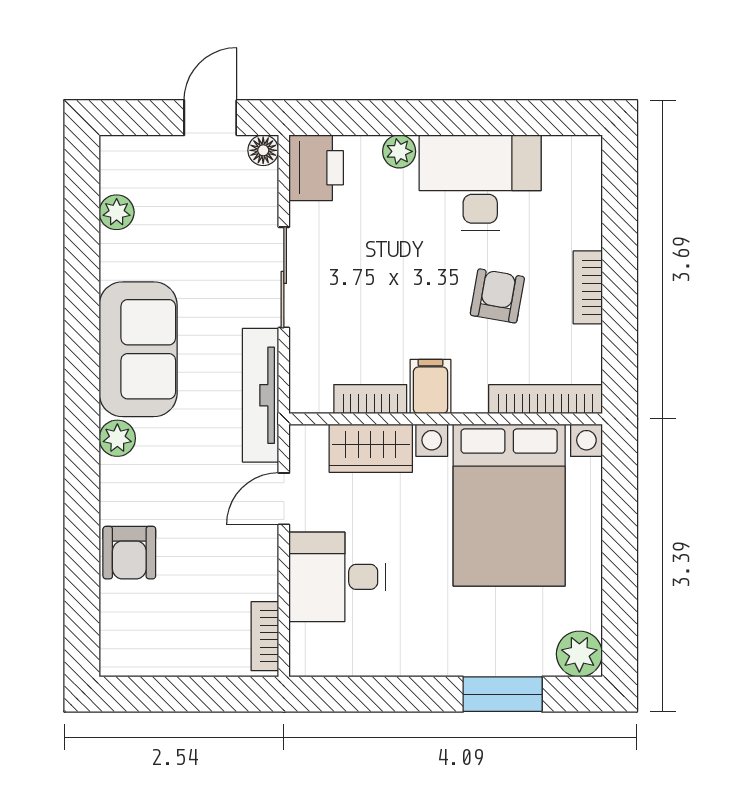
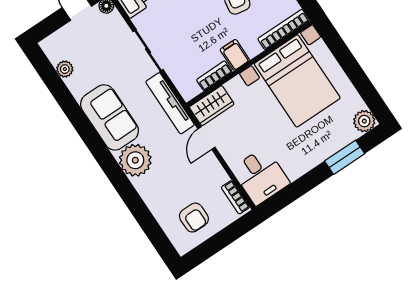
plant: (117, 438) -> (135, 160), width x1.87, depth x1.87
wardrobe: (371, 448) -> (212, 106), moved
armchair: (129, 553) -> (194, 218), moved
desk: (337, 577) -> (261, 176), moved, turned -90

